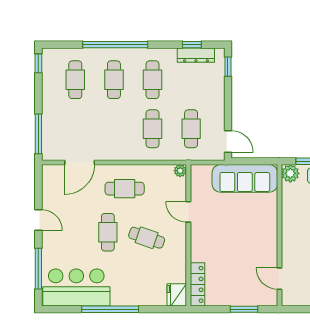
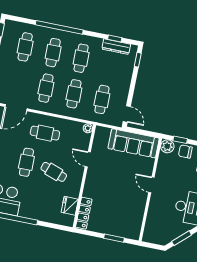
cafe table: (114, 129) -> (46, 88), added
door: (279, 279) -> (151, 185), moved
fridge: (177, 295) -> (70, 206), moved

